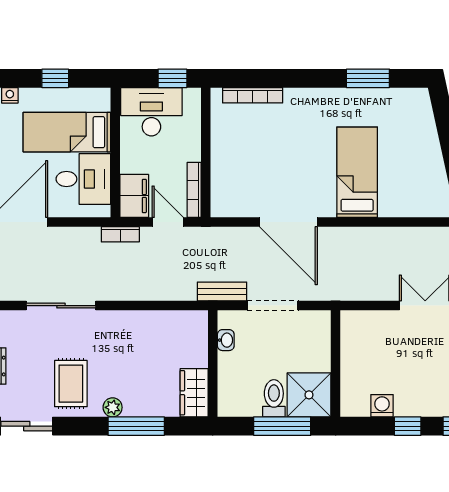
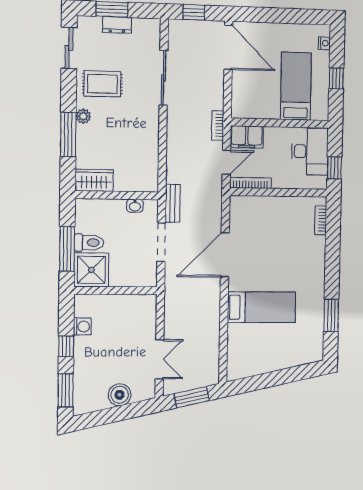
bookcase: (253, 95) -> (321, 220), width x0.64
desk: (83, 179) -> (260, 98), removed

